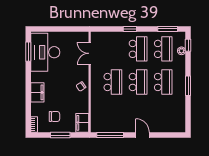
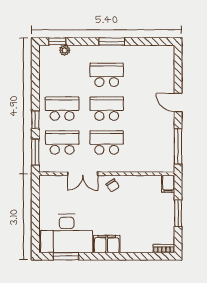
window: (168, 29) -> (35, 152), moved
school desk: (163, 49) -> (62, 143), moved
double door: (90, 53) -> (83, 174), moved
filing cabinet: (37, 92) -> (107, 244), moved
chair: (54, 116) -> (153, 221), removed
filing cabinet: (82, 123) -> (168, 184), width x0.50
door: (143, 135) -> (178, 103), hinge flipped

